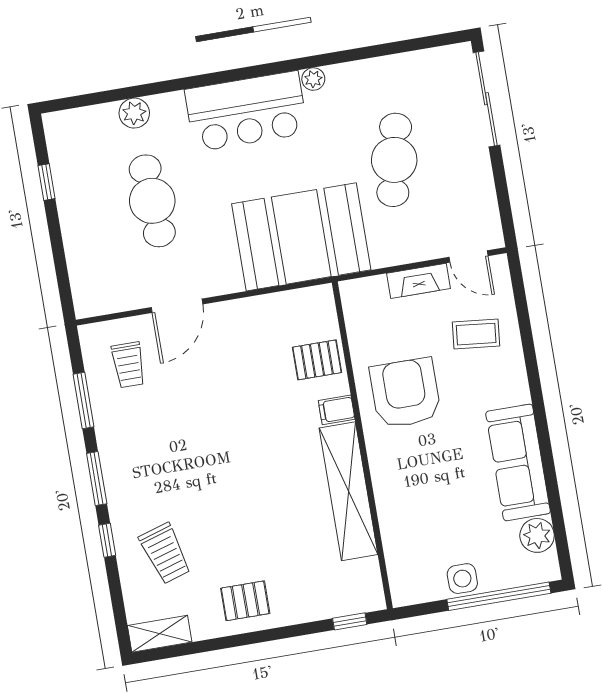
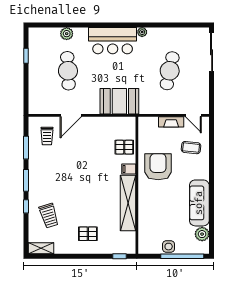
booth: (301, 237) -> (119, 101), width x0.73, depth x0.70
pallet: (245, 601) -> (88, 234), moved

